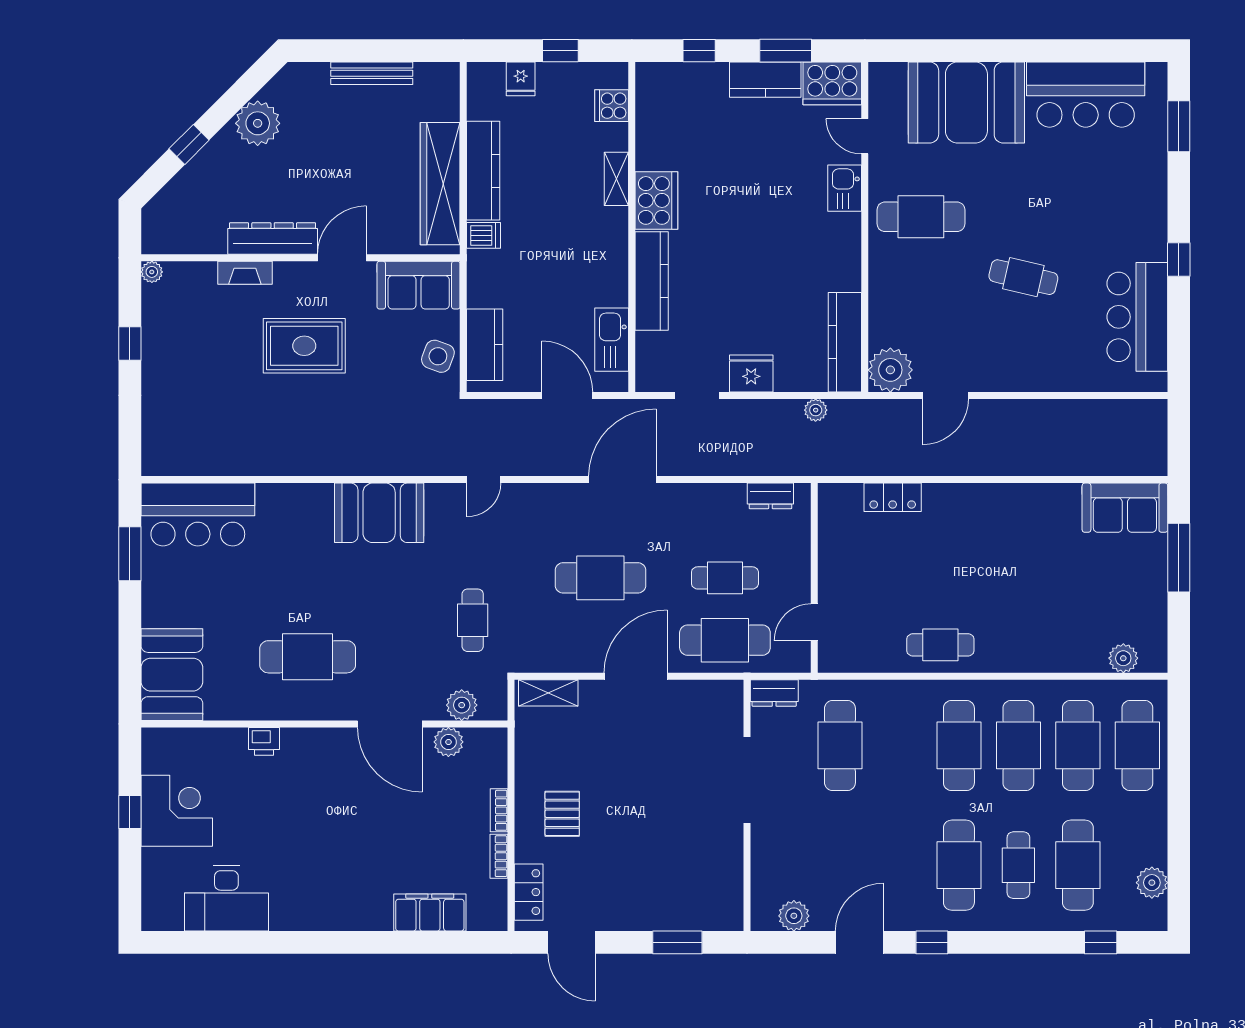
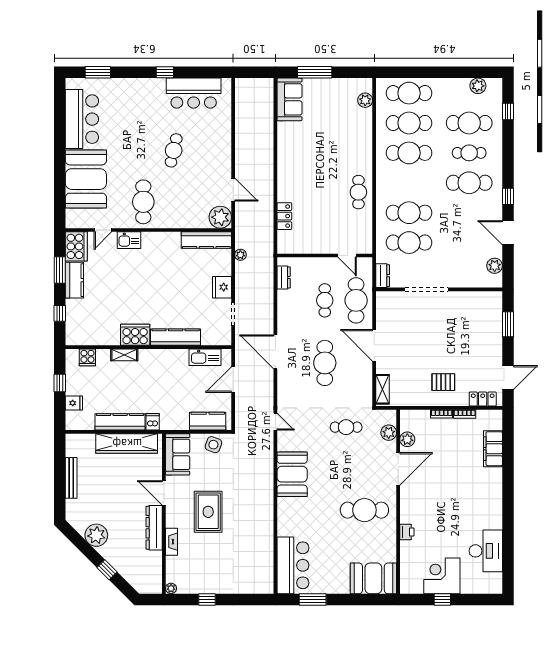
cafe table: (308, 657) -> (364, 510), turned 90
cafe table: (959, 745) -> (409, 213), moved

